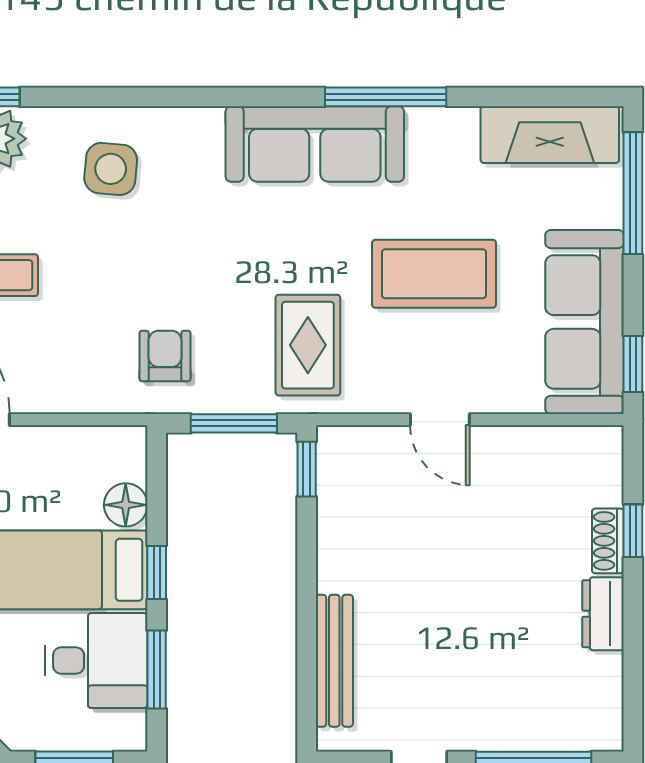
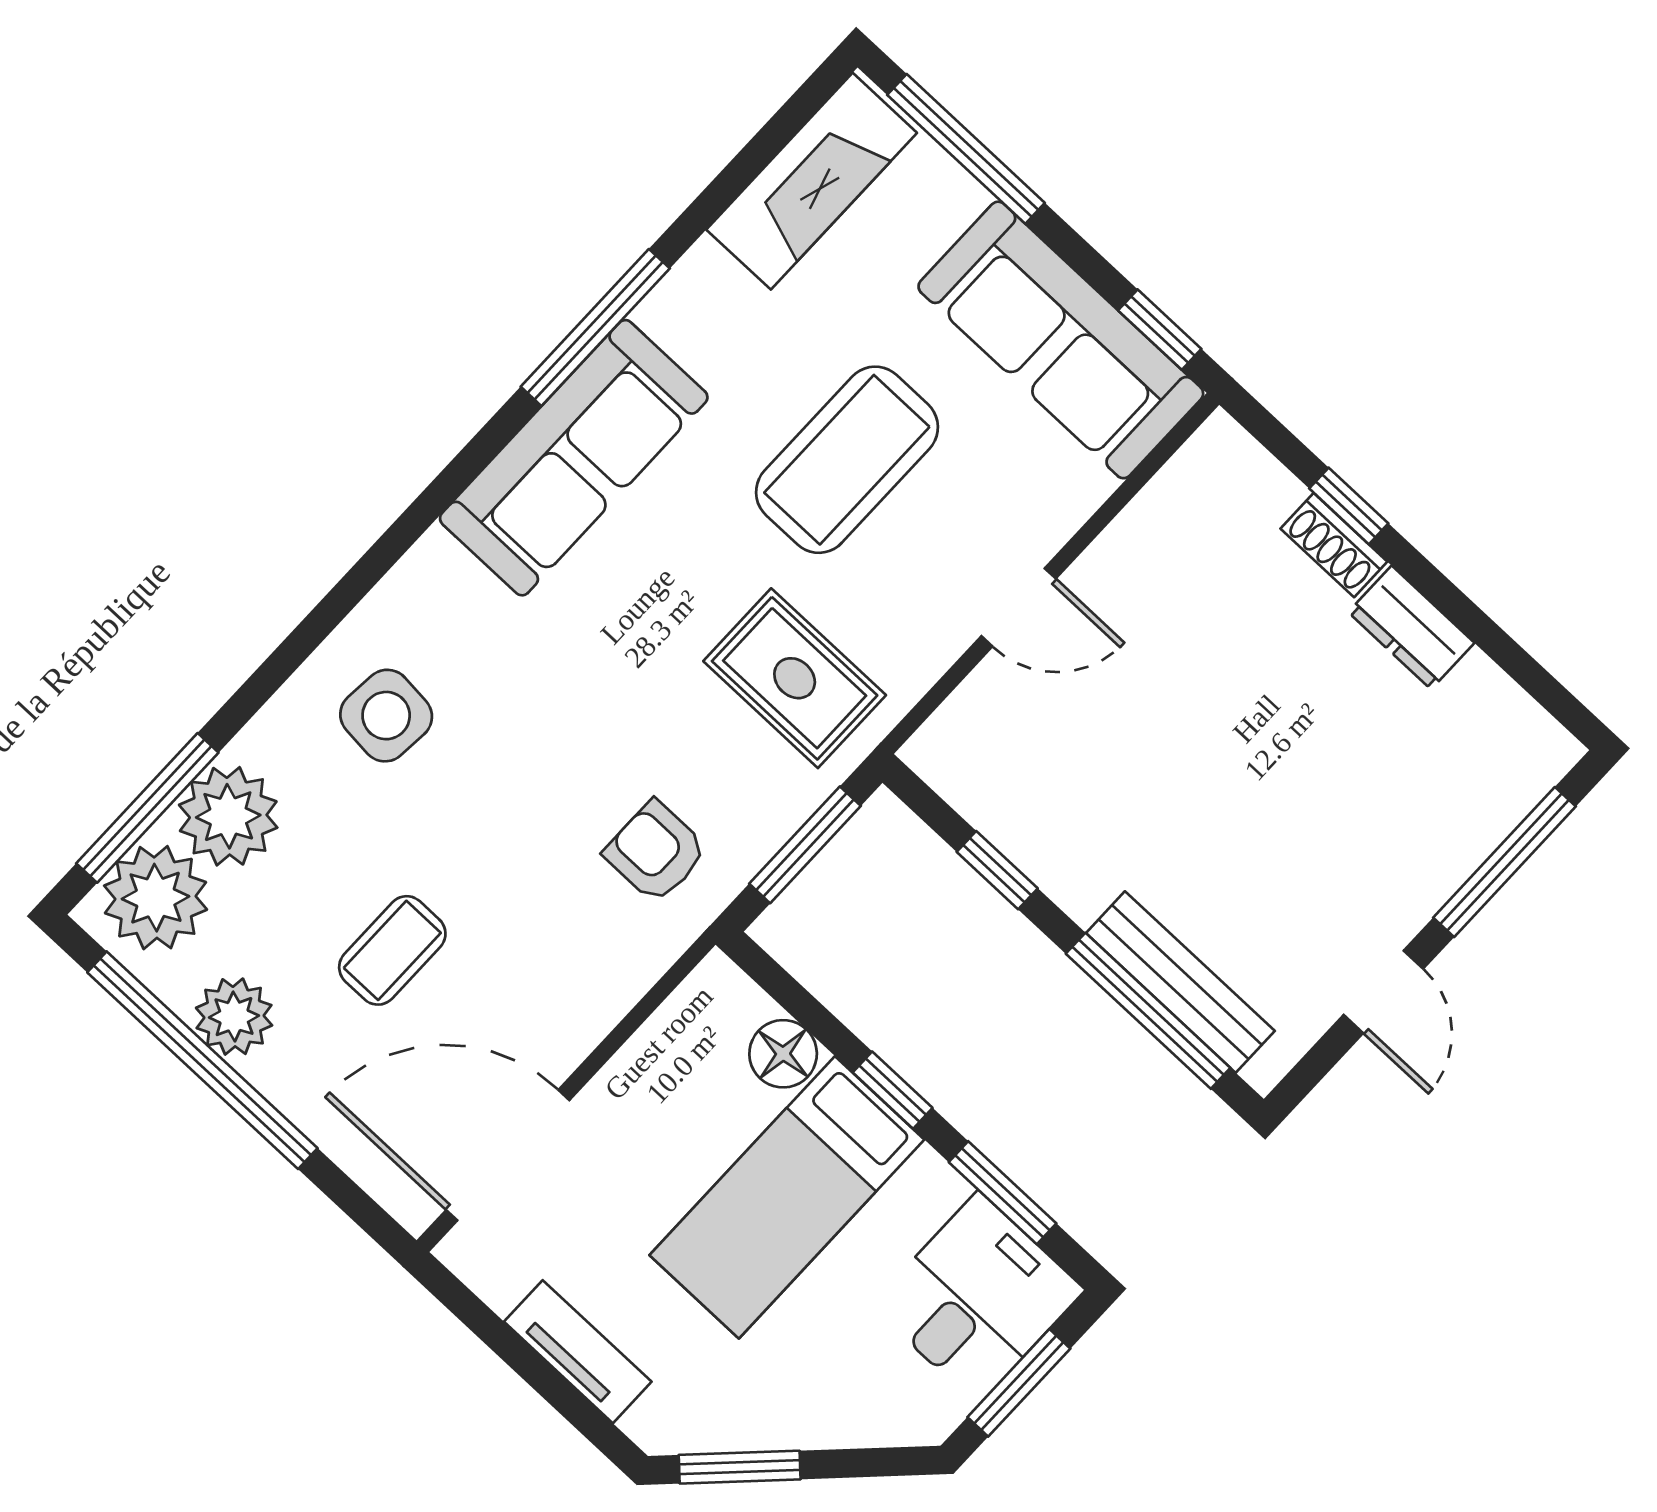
window: (307, 469) -> (997, 870), moved
window: (307, 658) -> (1148, 1011), added
desk: (96, 661) -> (978, 1298), moved

